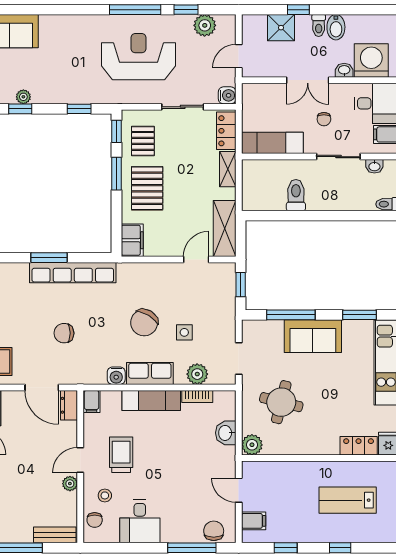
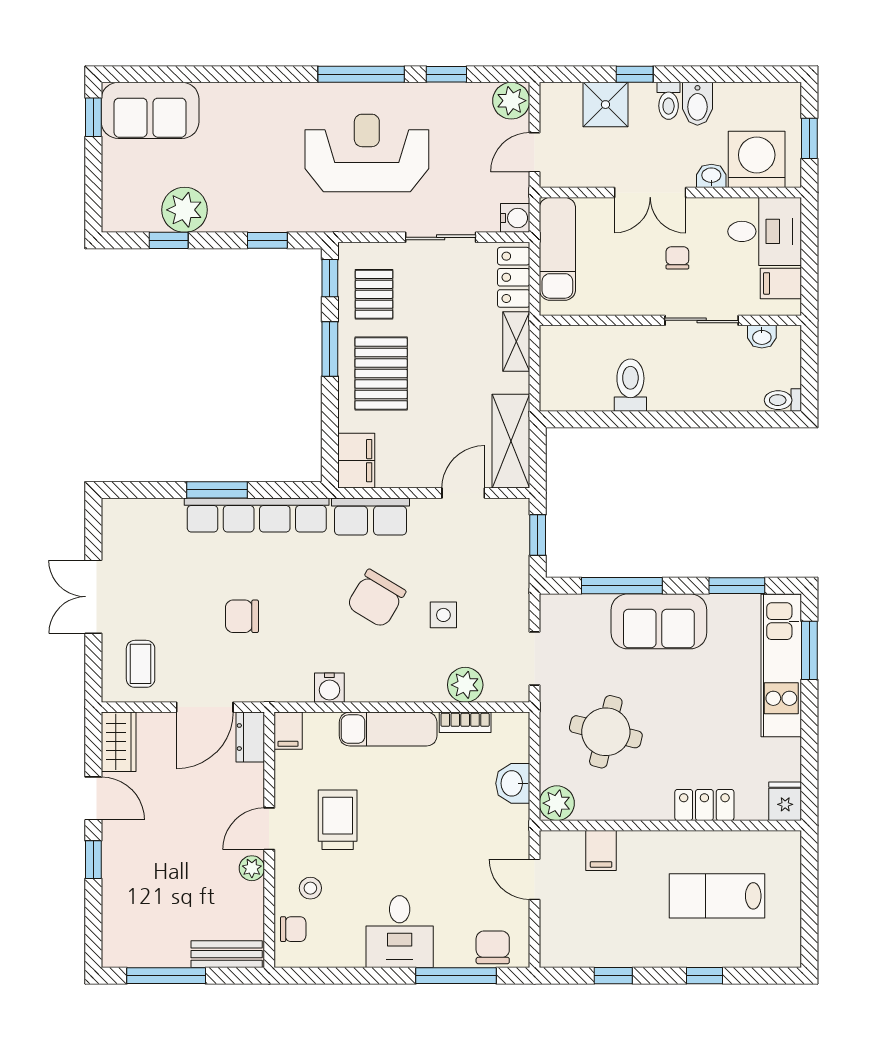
plant: (205, 25) -> (511, 101), moved
plant: (23, 97) -> (185, 210), width x1.87, depth x1.87
chair: (324, 119) -> (677, 258), turned 180
exam couch: (272, 143) -> (557, 249), moved, turned 90
row of seats: (150, 373) -> (370, 516), moved, turned 180
door: (42, 387) -> (205, 707), hinge flipped
locker: (359, 446) -> (704, 805), moved
chair: (95, 520) -> (293, 929), turned -90
desk: (140, 521) -> (400, 932), moved
filing cabinet: (254, 521) -> (601, 850), moved, turned 90

